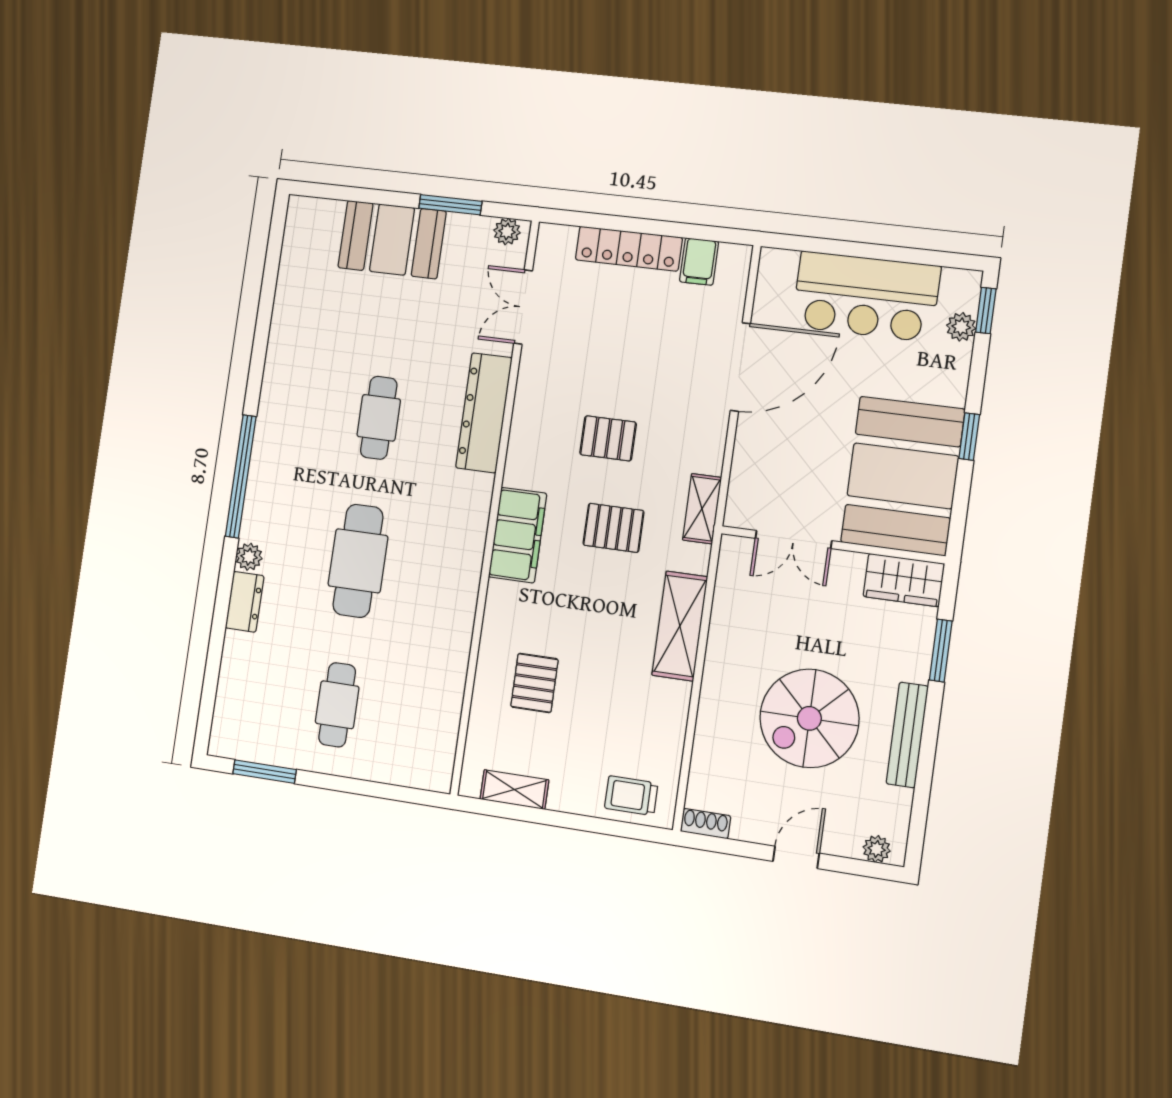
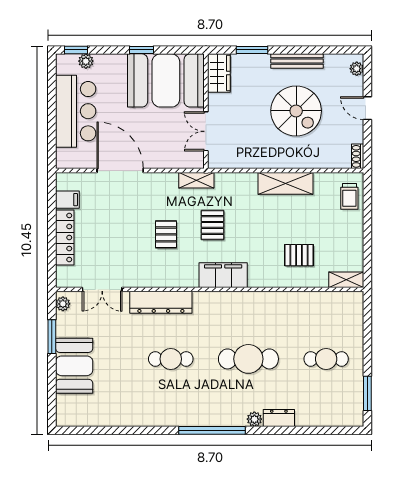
double door: (793, 540) -> (206, 131), swing flipped
shelving: (680, 626) -> (286, 183), moved
shelving: (514, 790) -> (346, 280), moved, turned 90

